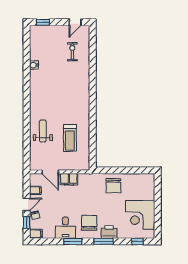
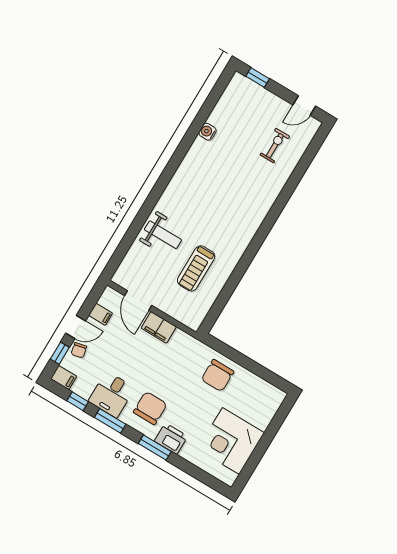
weight bench: (43, 131) -> (163, 235), turned 90
window: (137, 241) -> (78, 401), moved

